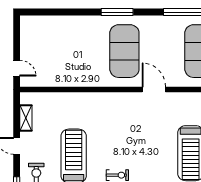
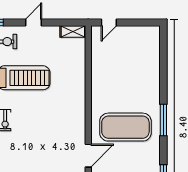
shelving: (26, 118) -> (73, 31), moved

